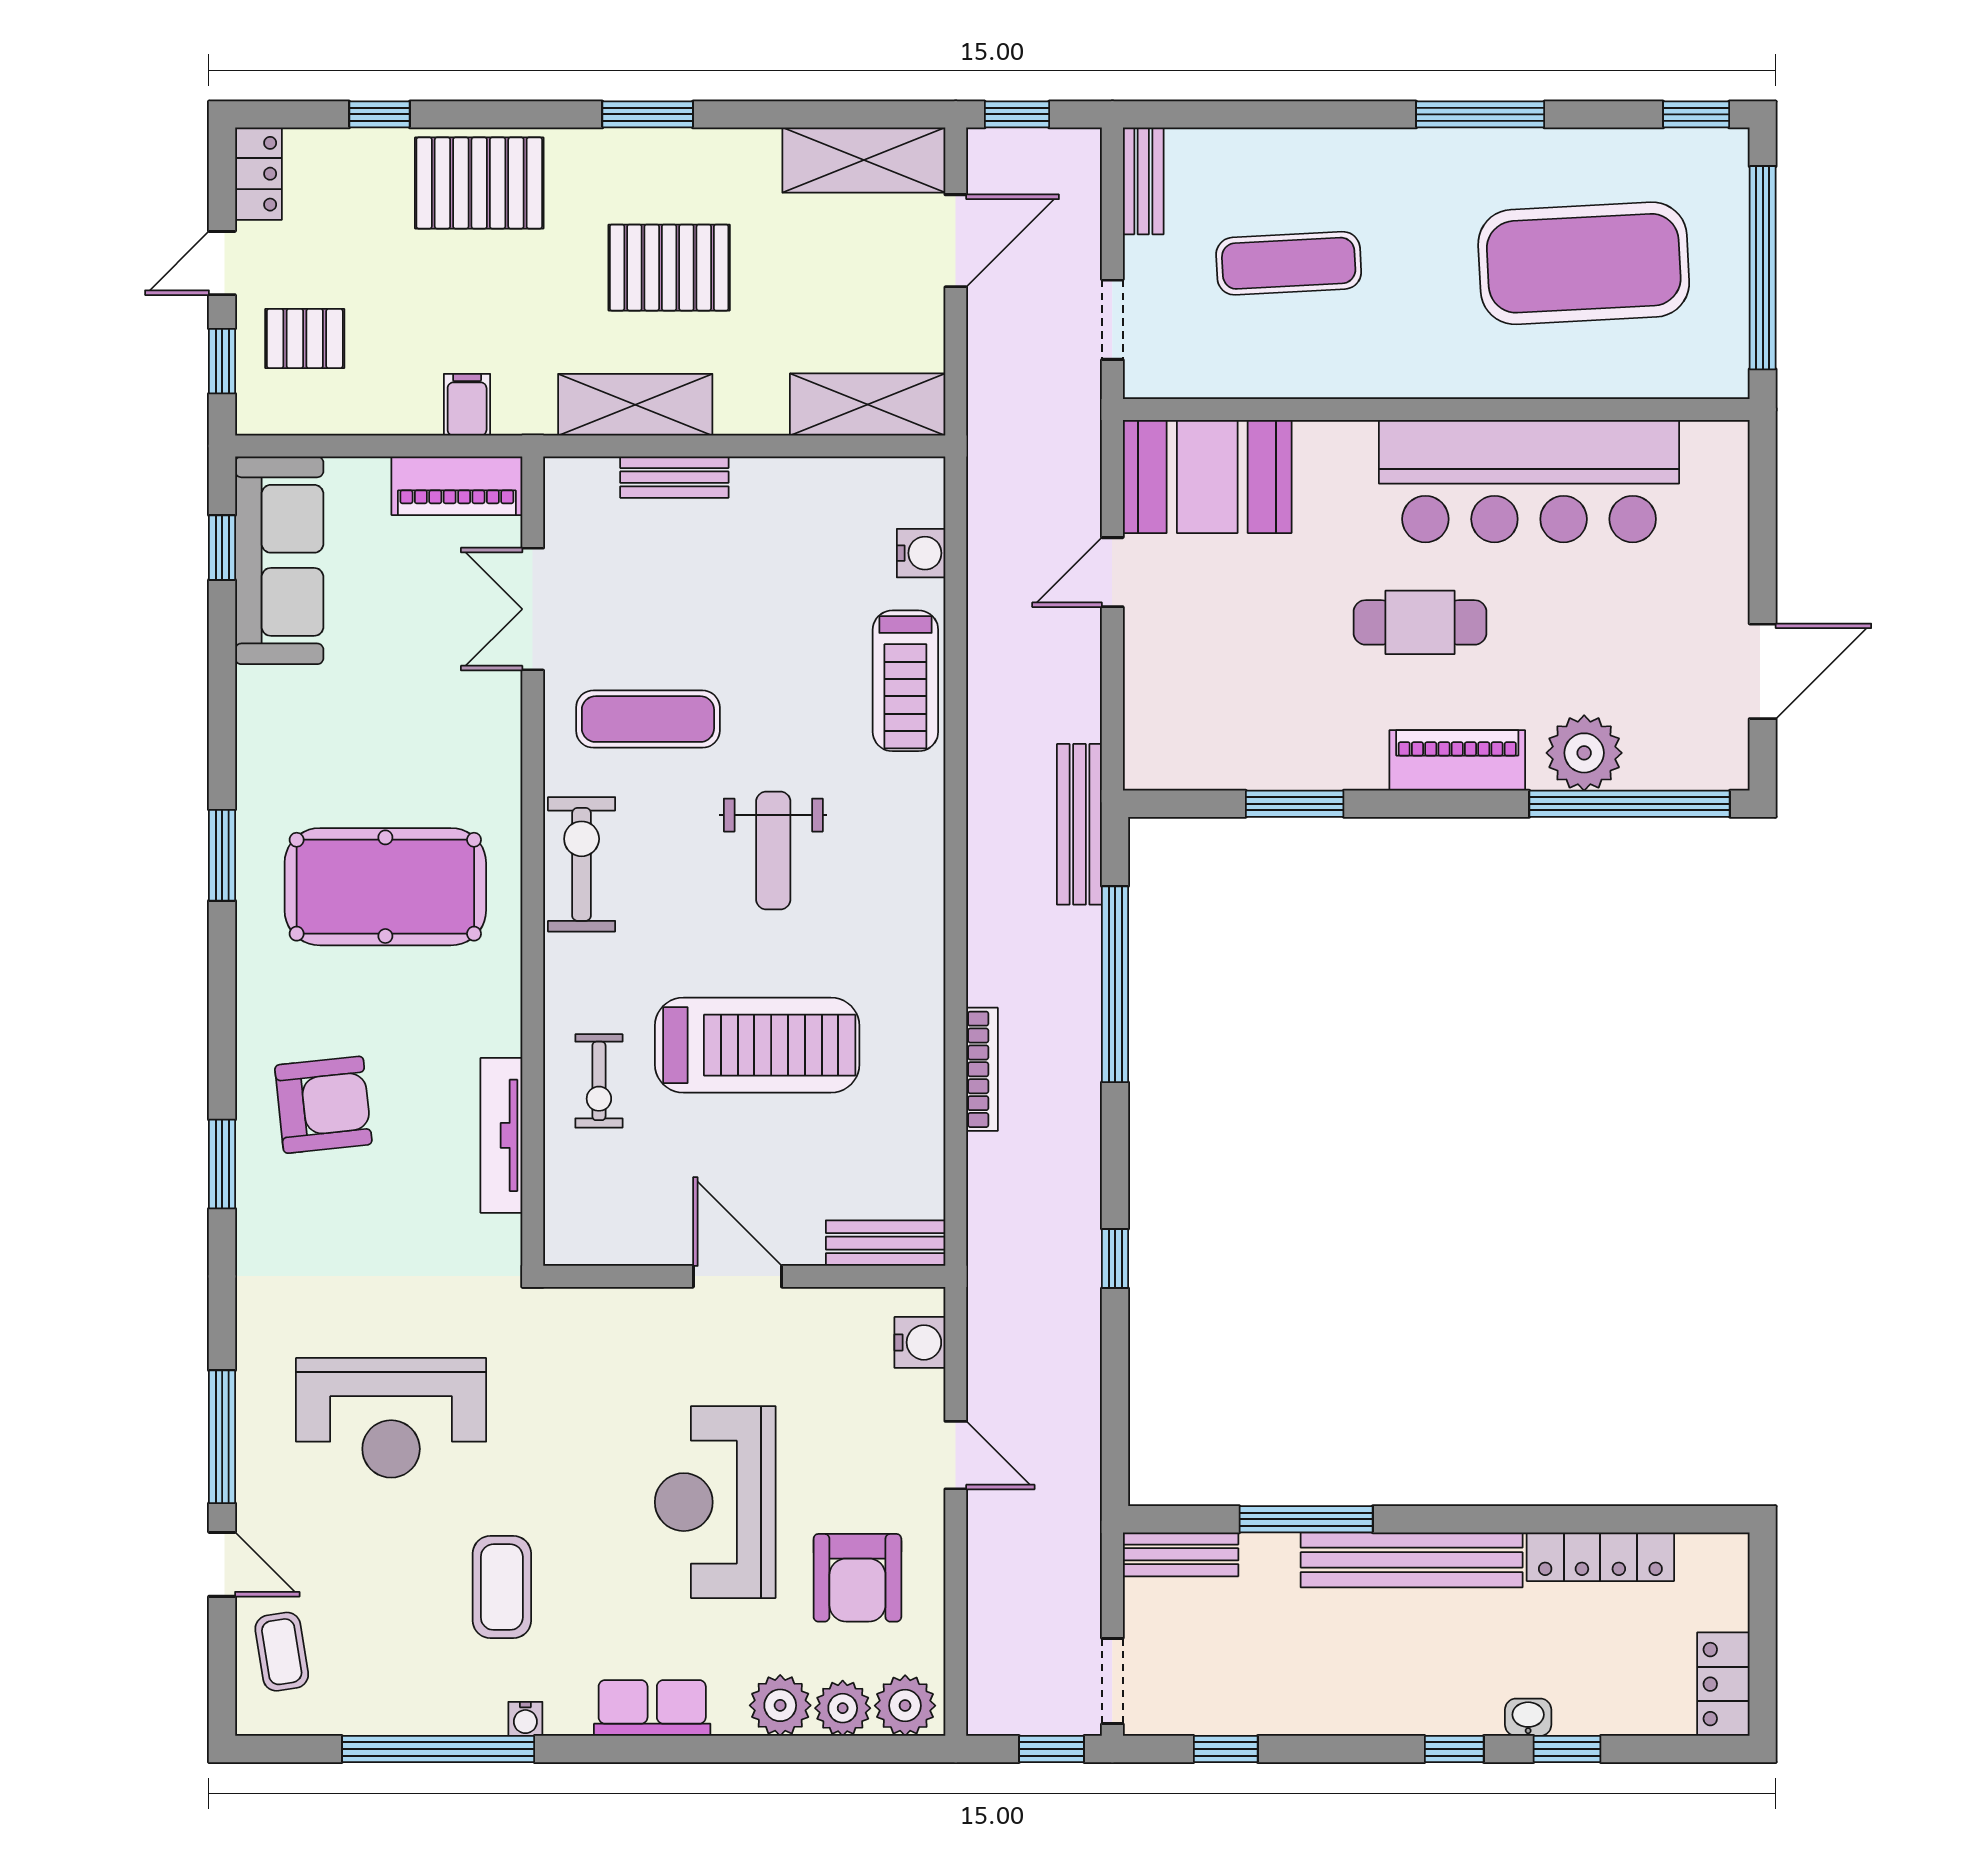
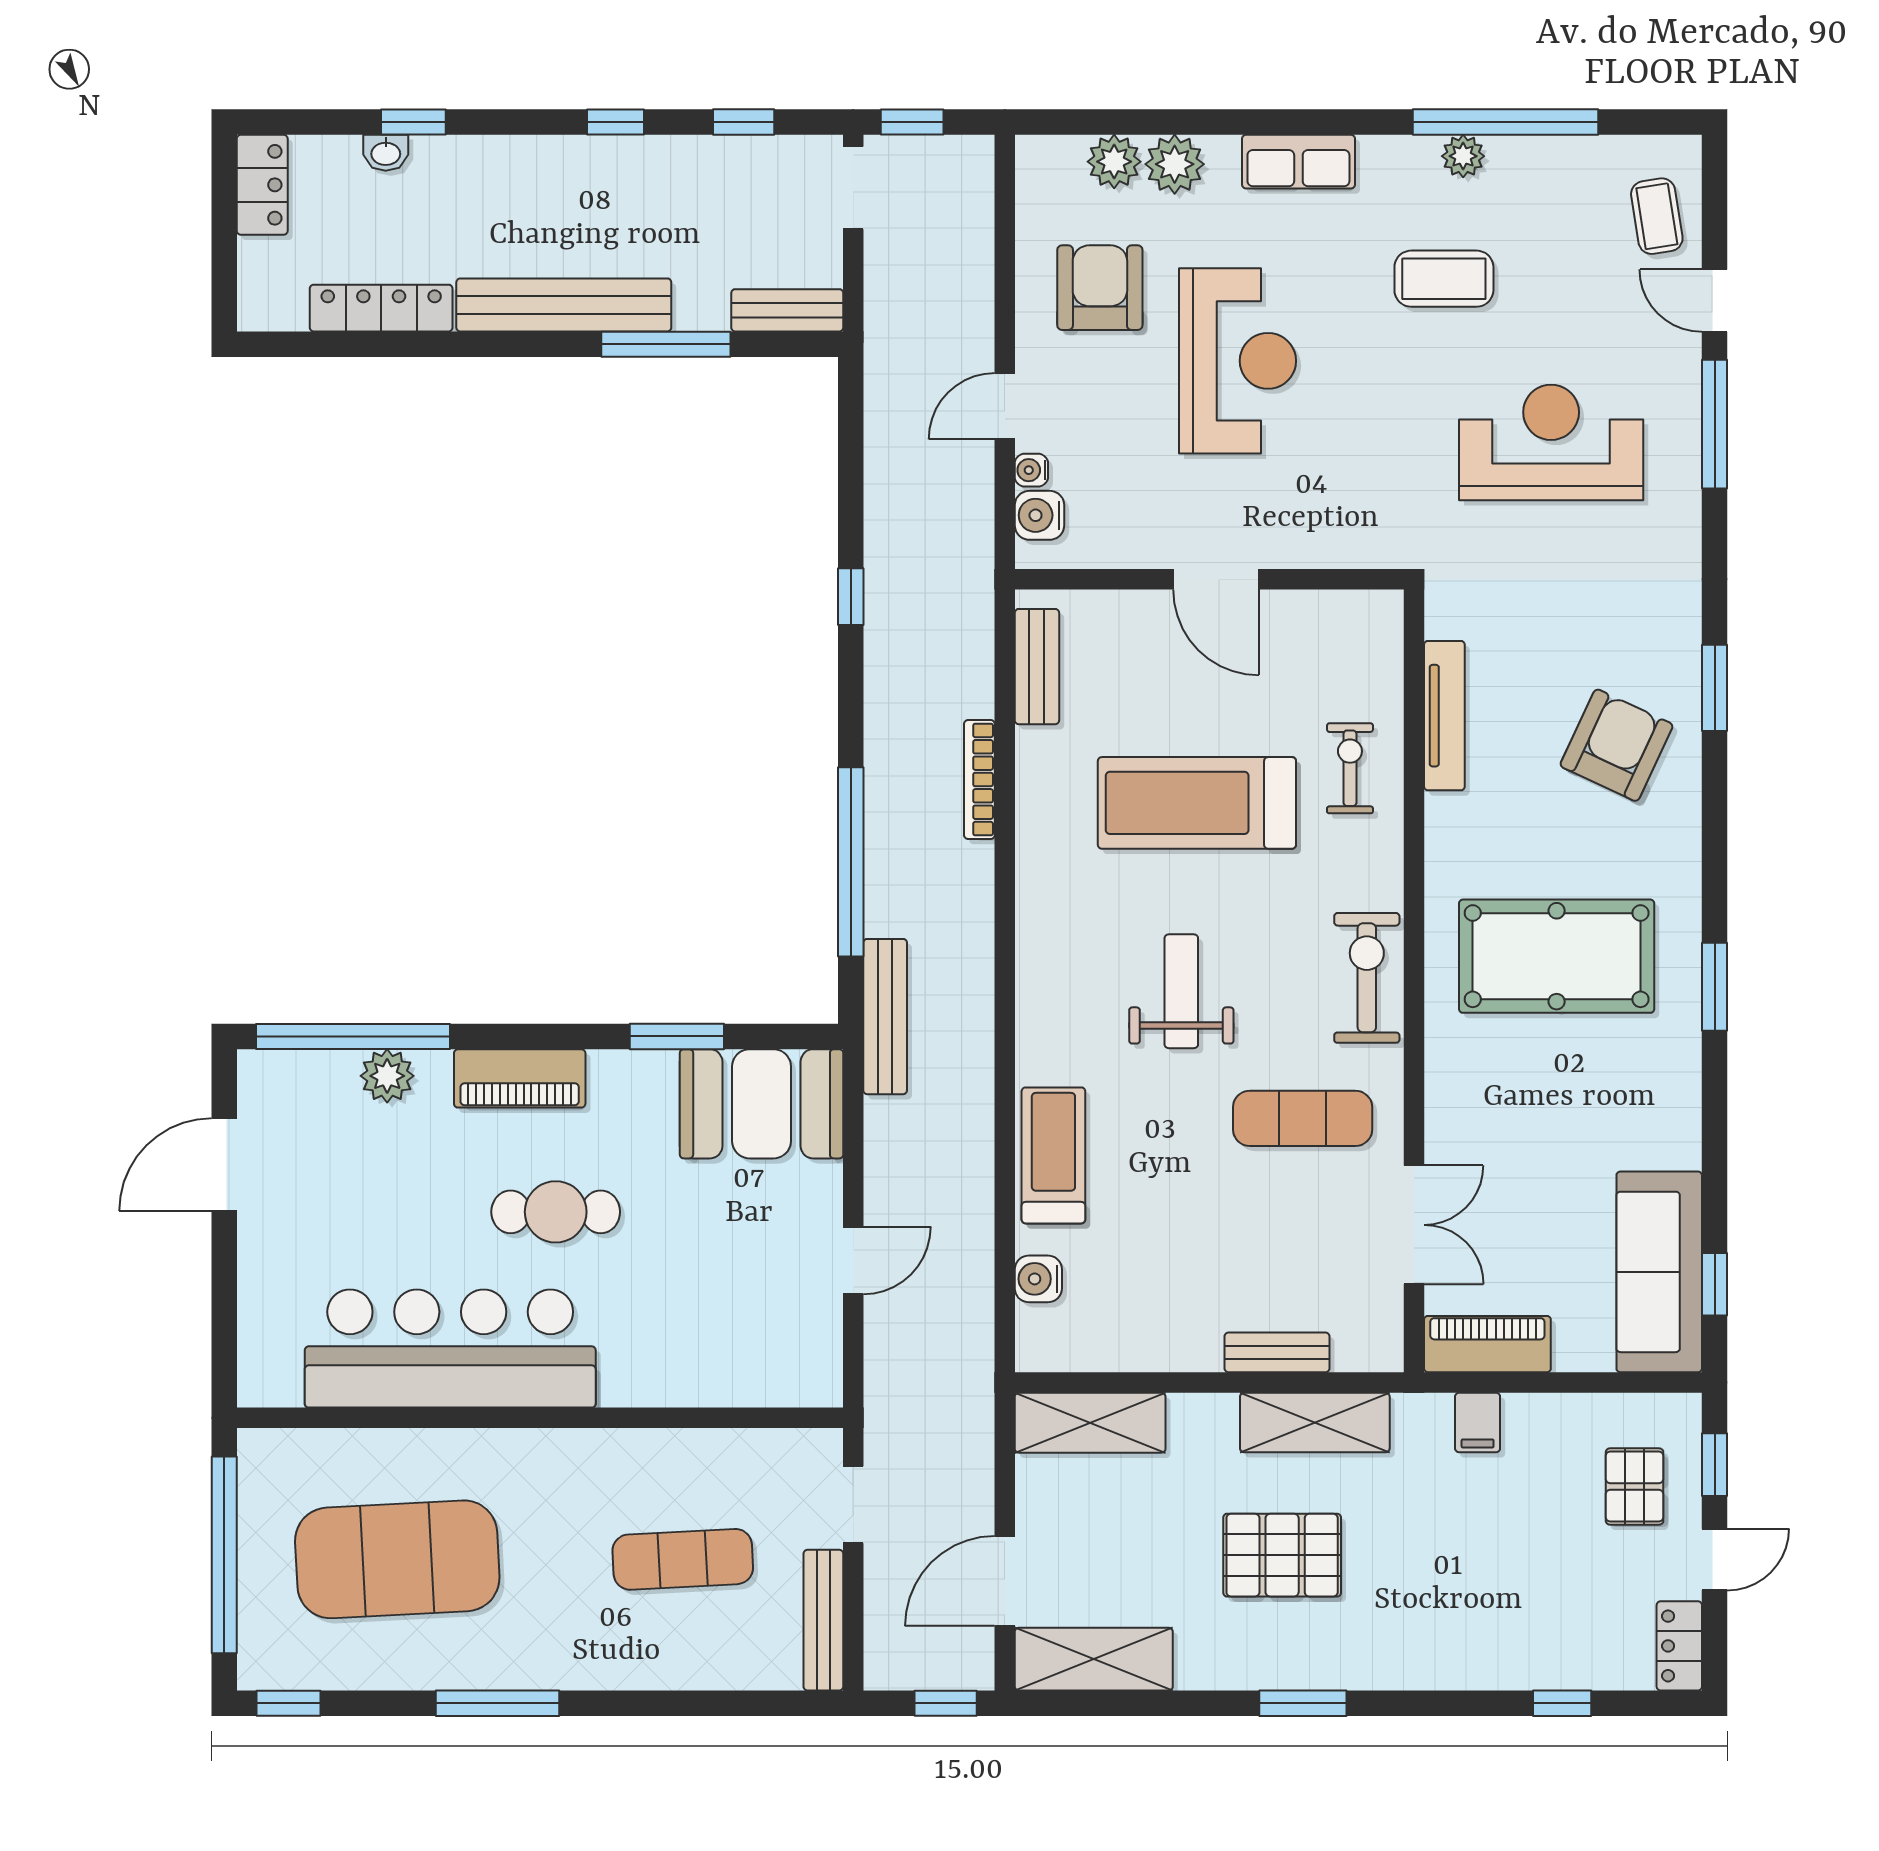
bench: (1143, 181) -> (823, 1620), width x1.36
pallet: (479, 183) -> (1466, 1637), removed
pallet: (305, 339) -> (1635, 1486), turned 90
booth: (1207, 477) -> (762, 1104), moved
plant: (1584, 753) -> (387, 1076), width x0.73, depth x0.73
exercise bike: (582, 864) -> (1367, 978), turned 180
armchair: (323, 1105) -> (1617, 745), turned 121
bench: (886, 1243) -> (1037, 667), moved, turned 90
door: (956, 1455) -> (1005, 406), hinge flipped
coffee table: (502, 1587) -> (1444, 279), turned 90
plant: (905, 1706) -> (1463, 156), moved, width x0.73, depth x0.73
washbasin: (1528, 1717) -> (386, 153), moved
water cooler: (525, 1719) -> (1031, 470), moved, turned -90
window: (1454, 1749) -> (615, 122), moved

